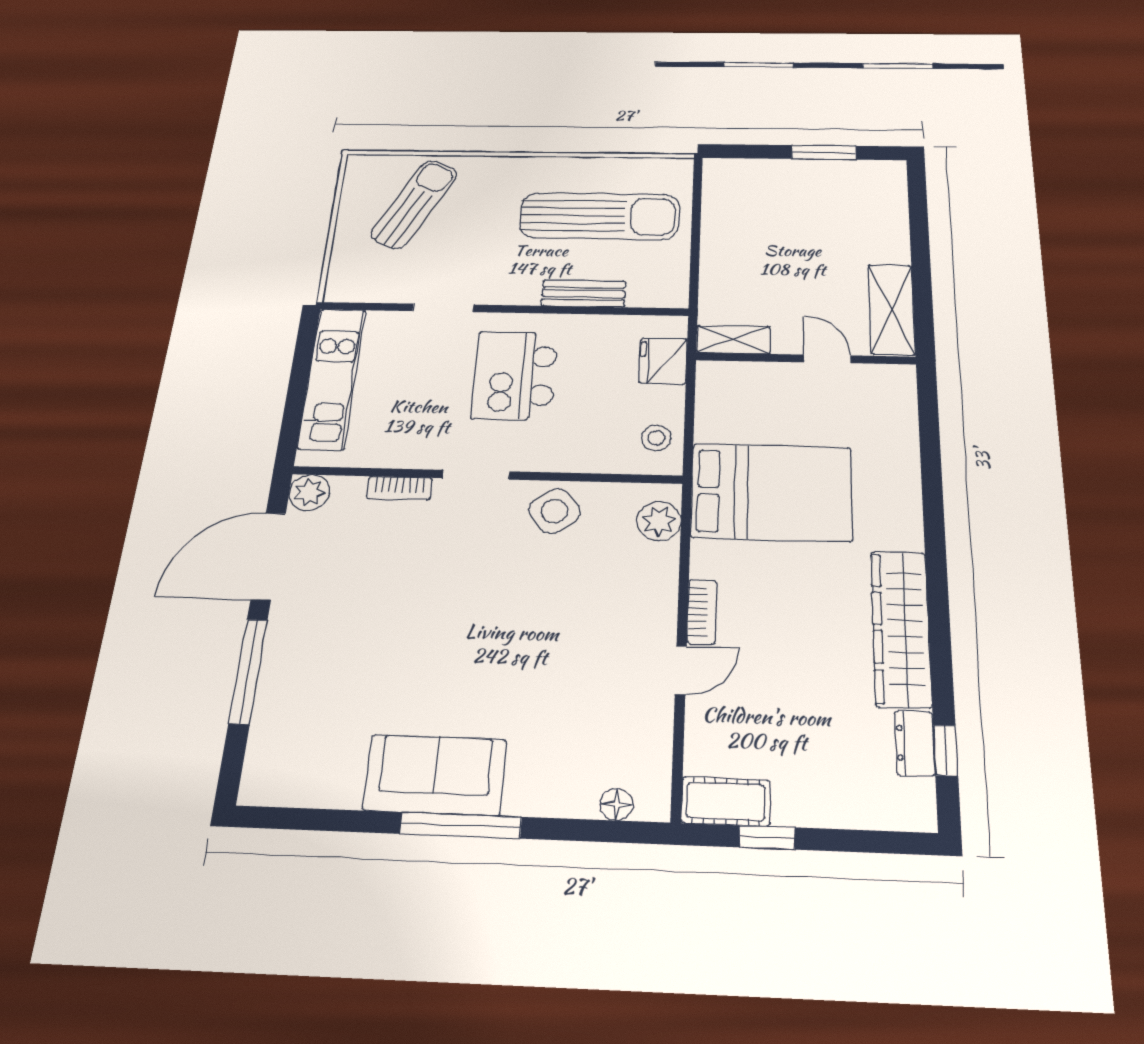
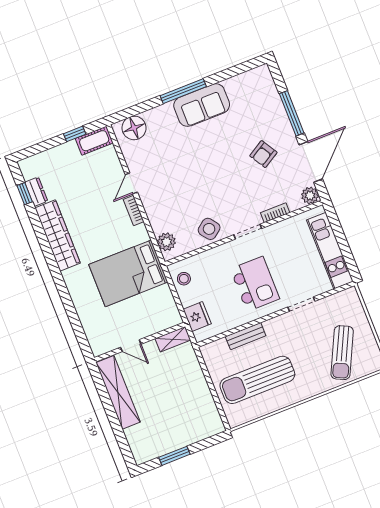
shelving: (891, 309) -> (118, 392), width x1.47
armchair: (358, 612) -> (263, 154), added
floor lamp: (617, 804) -> (134, 128), width x1.89, depth x1.89

